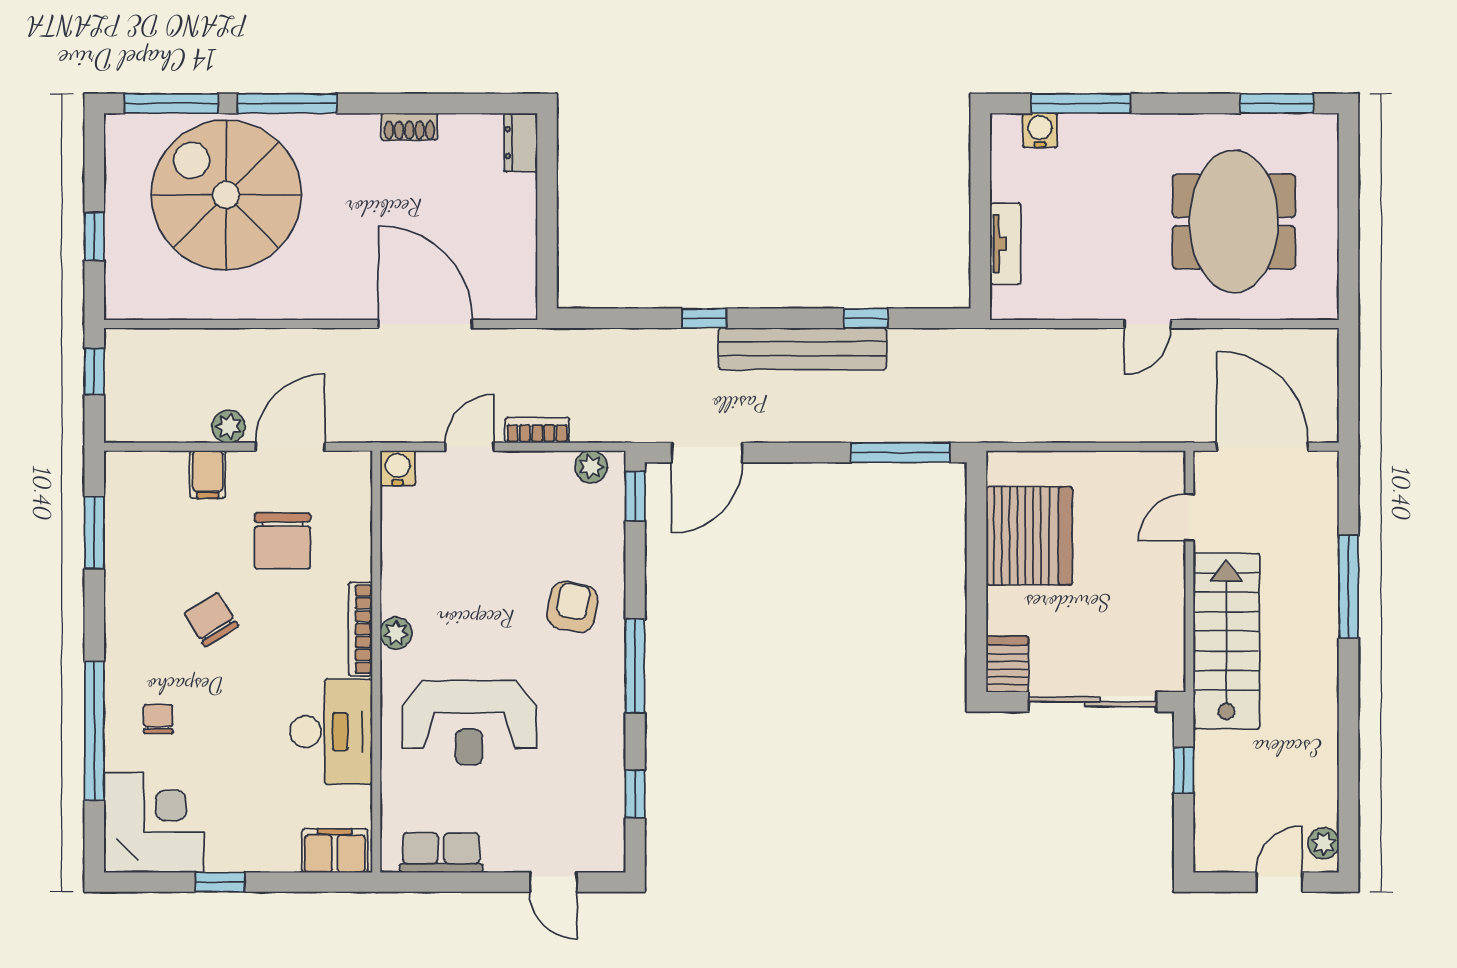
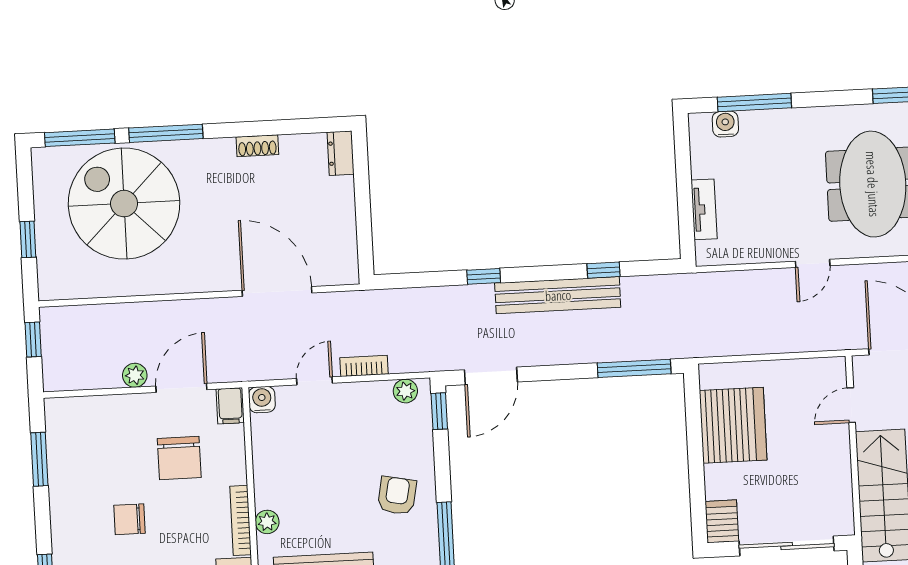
filing cabinet: (208, 474) -> (230, 406), moved
chair: (211, 620) -> (130, 519), turned -58

